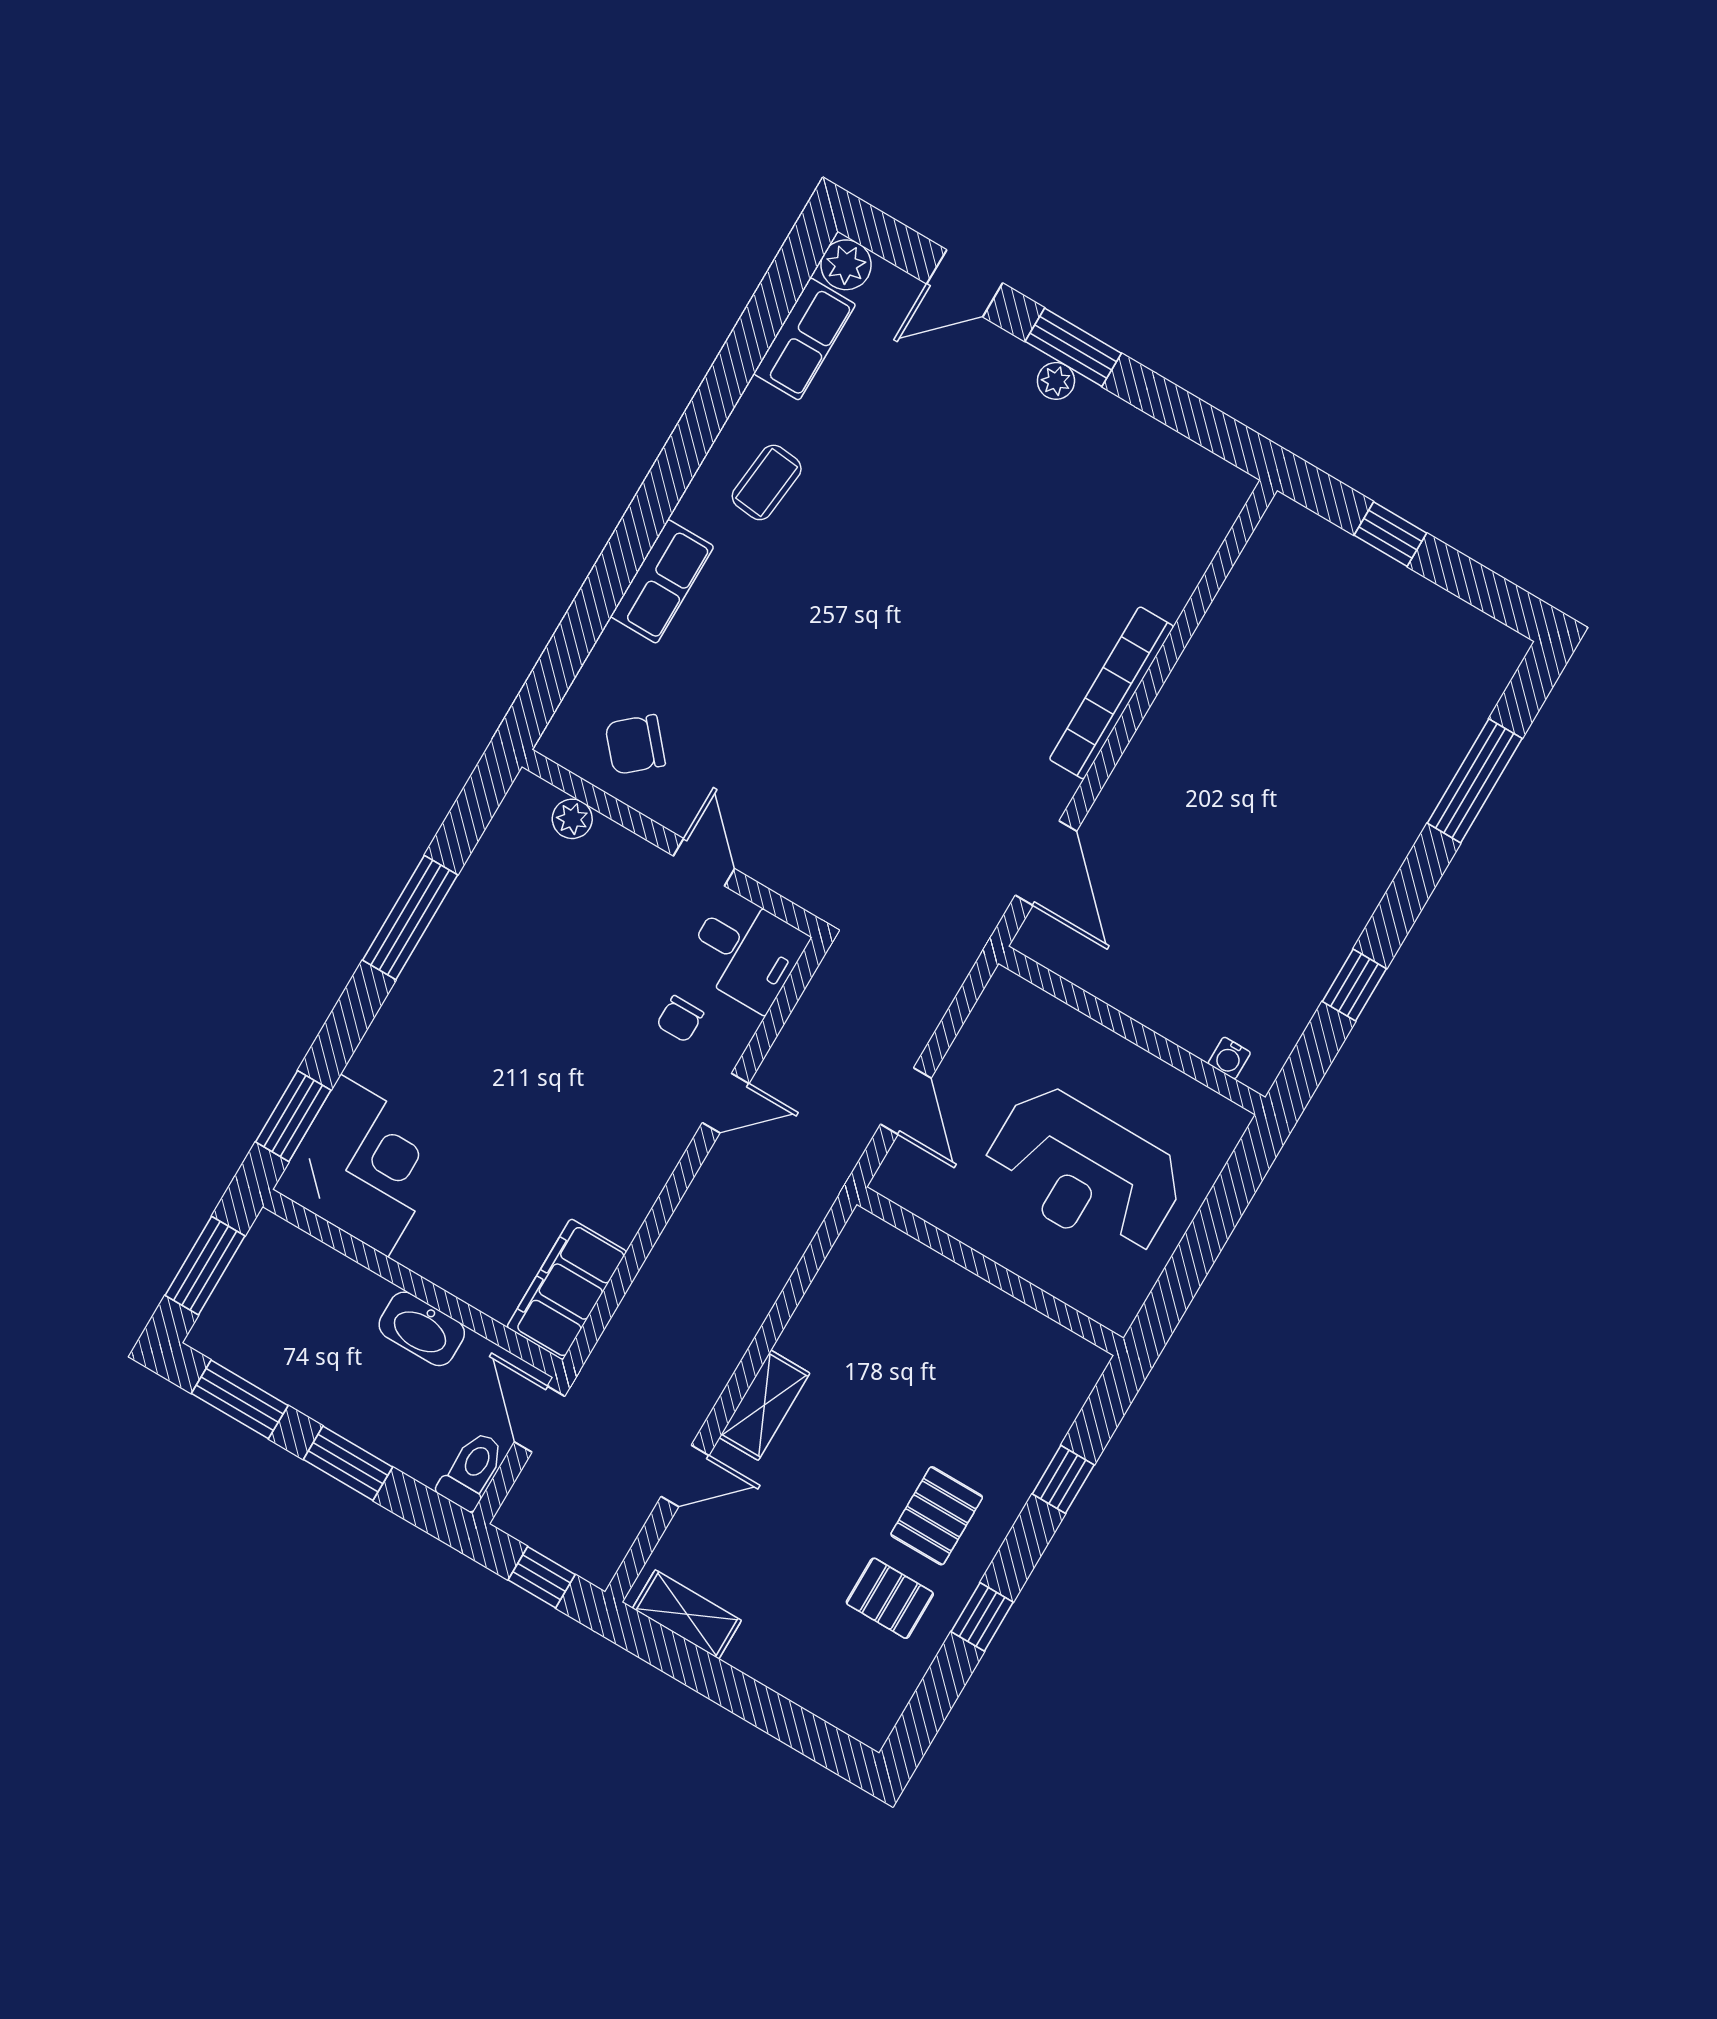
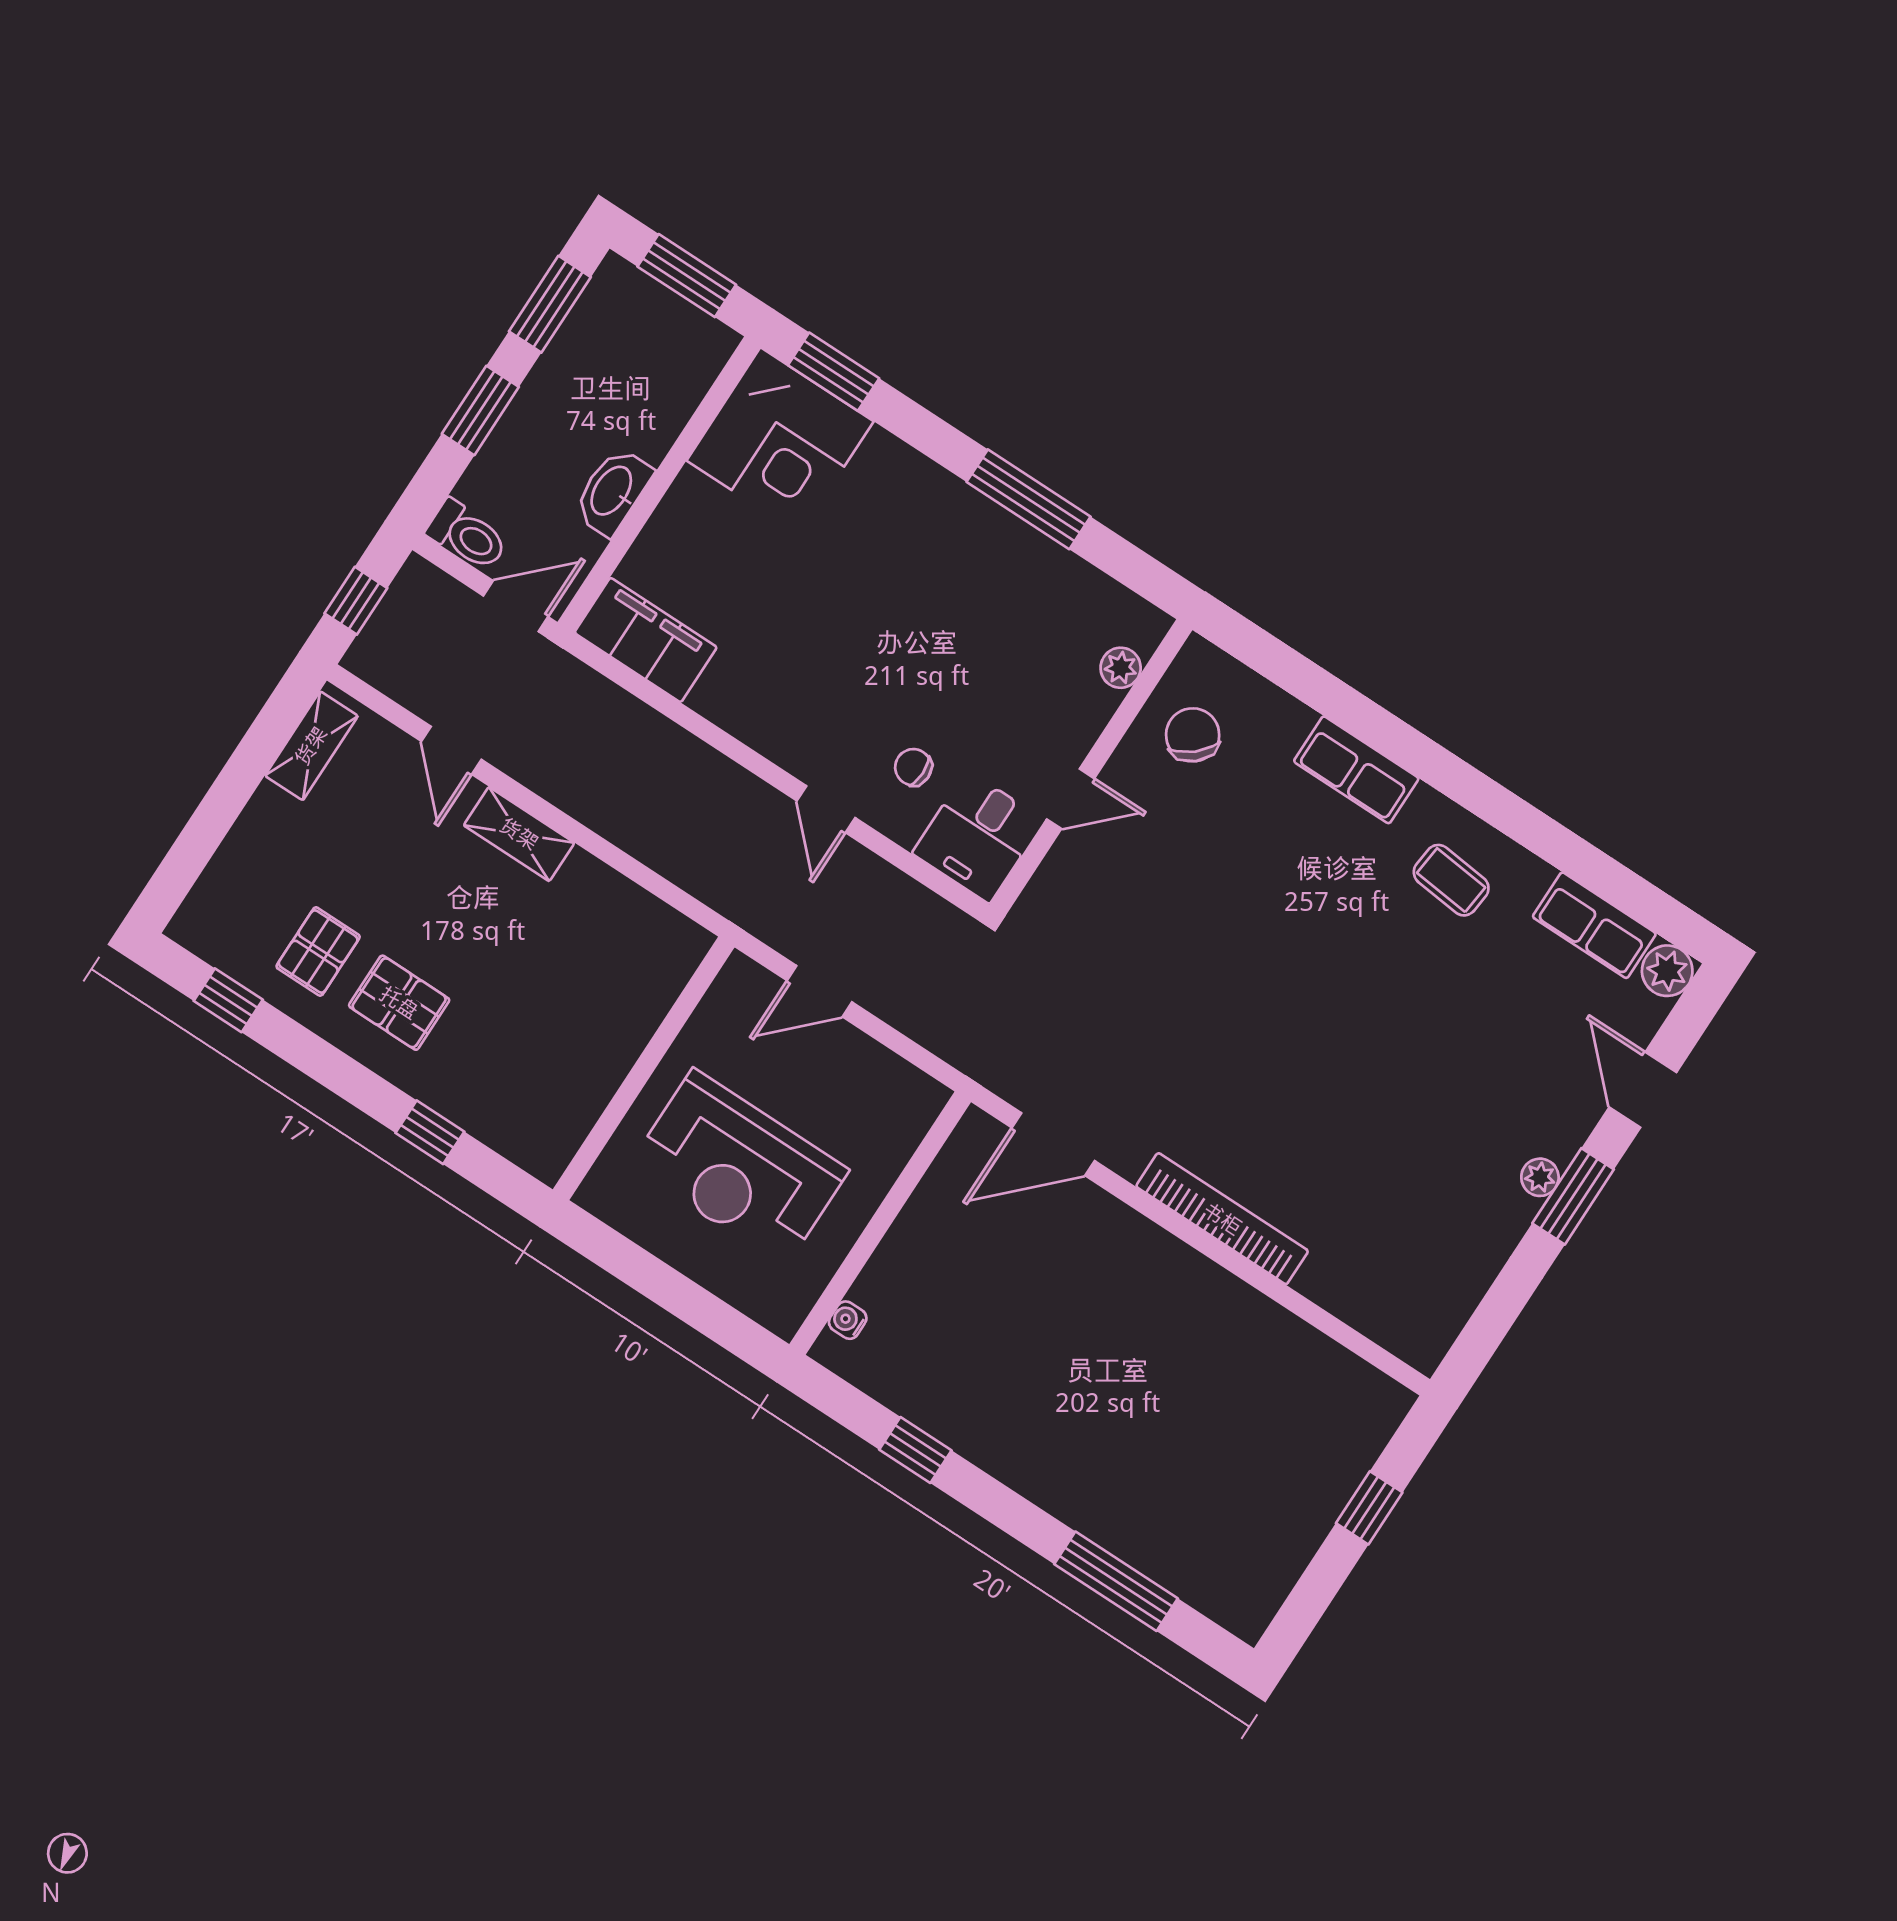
reception desk: (1084, 1172) -> (739, 1168), turned -90
window: (982, 1617) -> (228, 1000), moved

